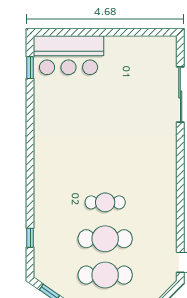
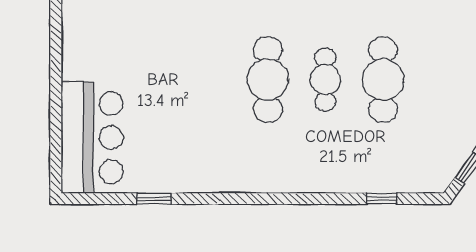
window: (30, 68) -> (154, 199), moved
cafe table: (105, 275) -> (268, 80), moved

